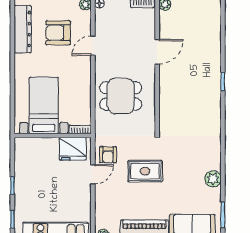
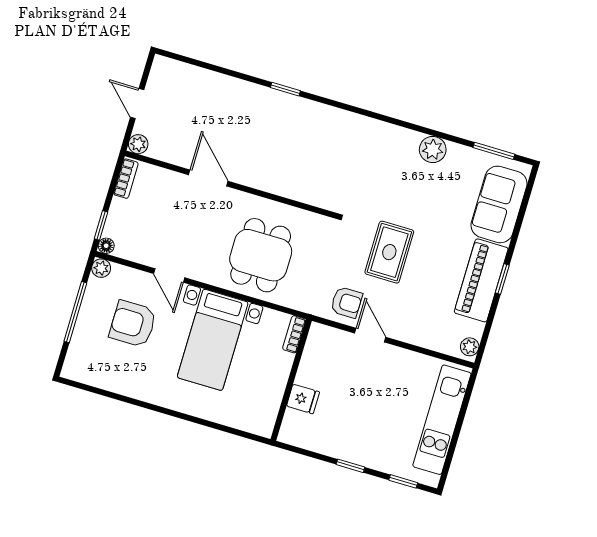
dresser: (23, 29) -> (111, 377), removed
armchair: (58, 33) -> (133, 324), turned 90
bed with nightstands: (44, 105) -> (213, 340), moved, turned -90
fridge: (73, 149) -> (303, 399), moved, width x0.53, depth x0.75

